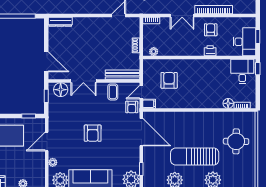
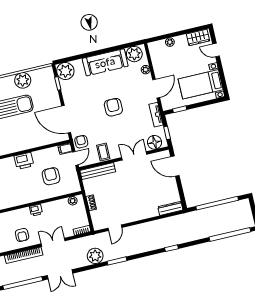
printer: (210, 51) -> (36, 210), moved
armchair: (169, 80) -> (51, 176), turned 180
printer: (192, 101) -> (24, 161), added
tv unit: (53, 116) -> (156, 115), added

